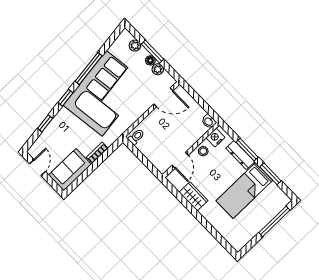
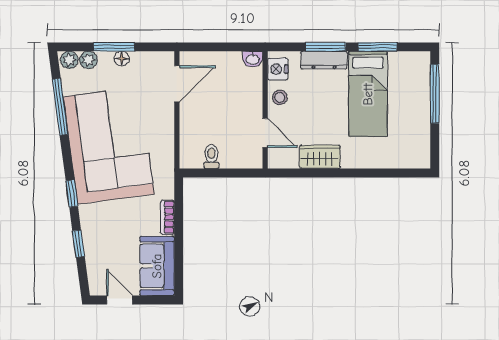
window: (89, 69) -> (60, 107), moved
plant: (158, 69) -> (69, 60), moved
toilet: (136, 137) -> (211, 157), moved

